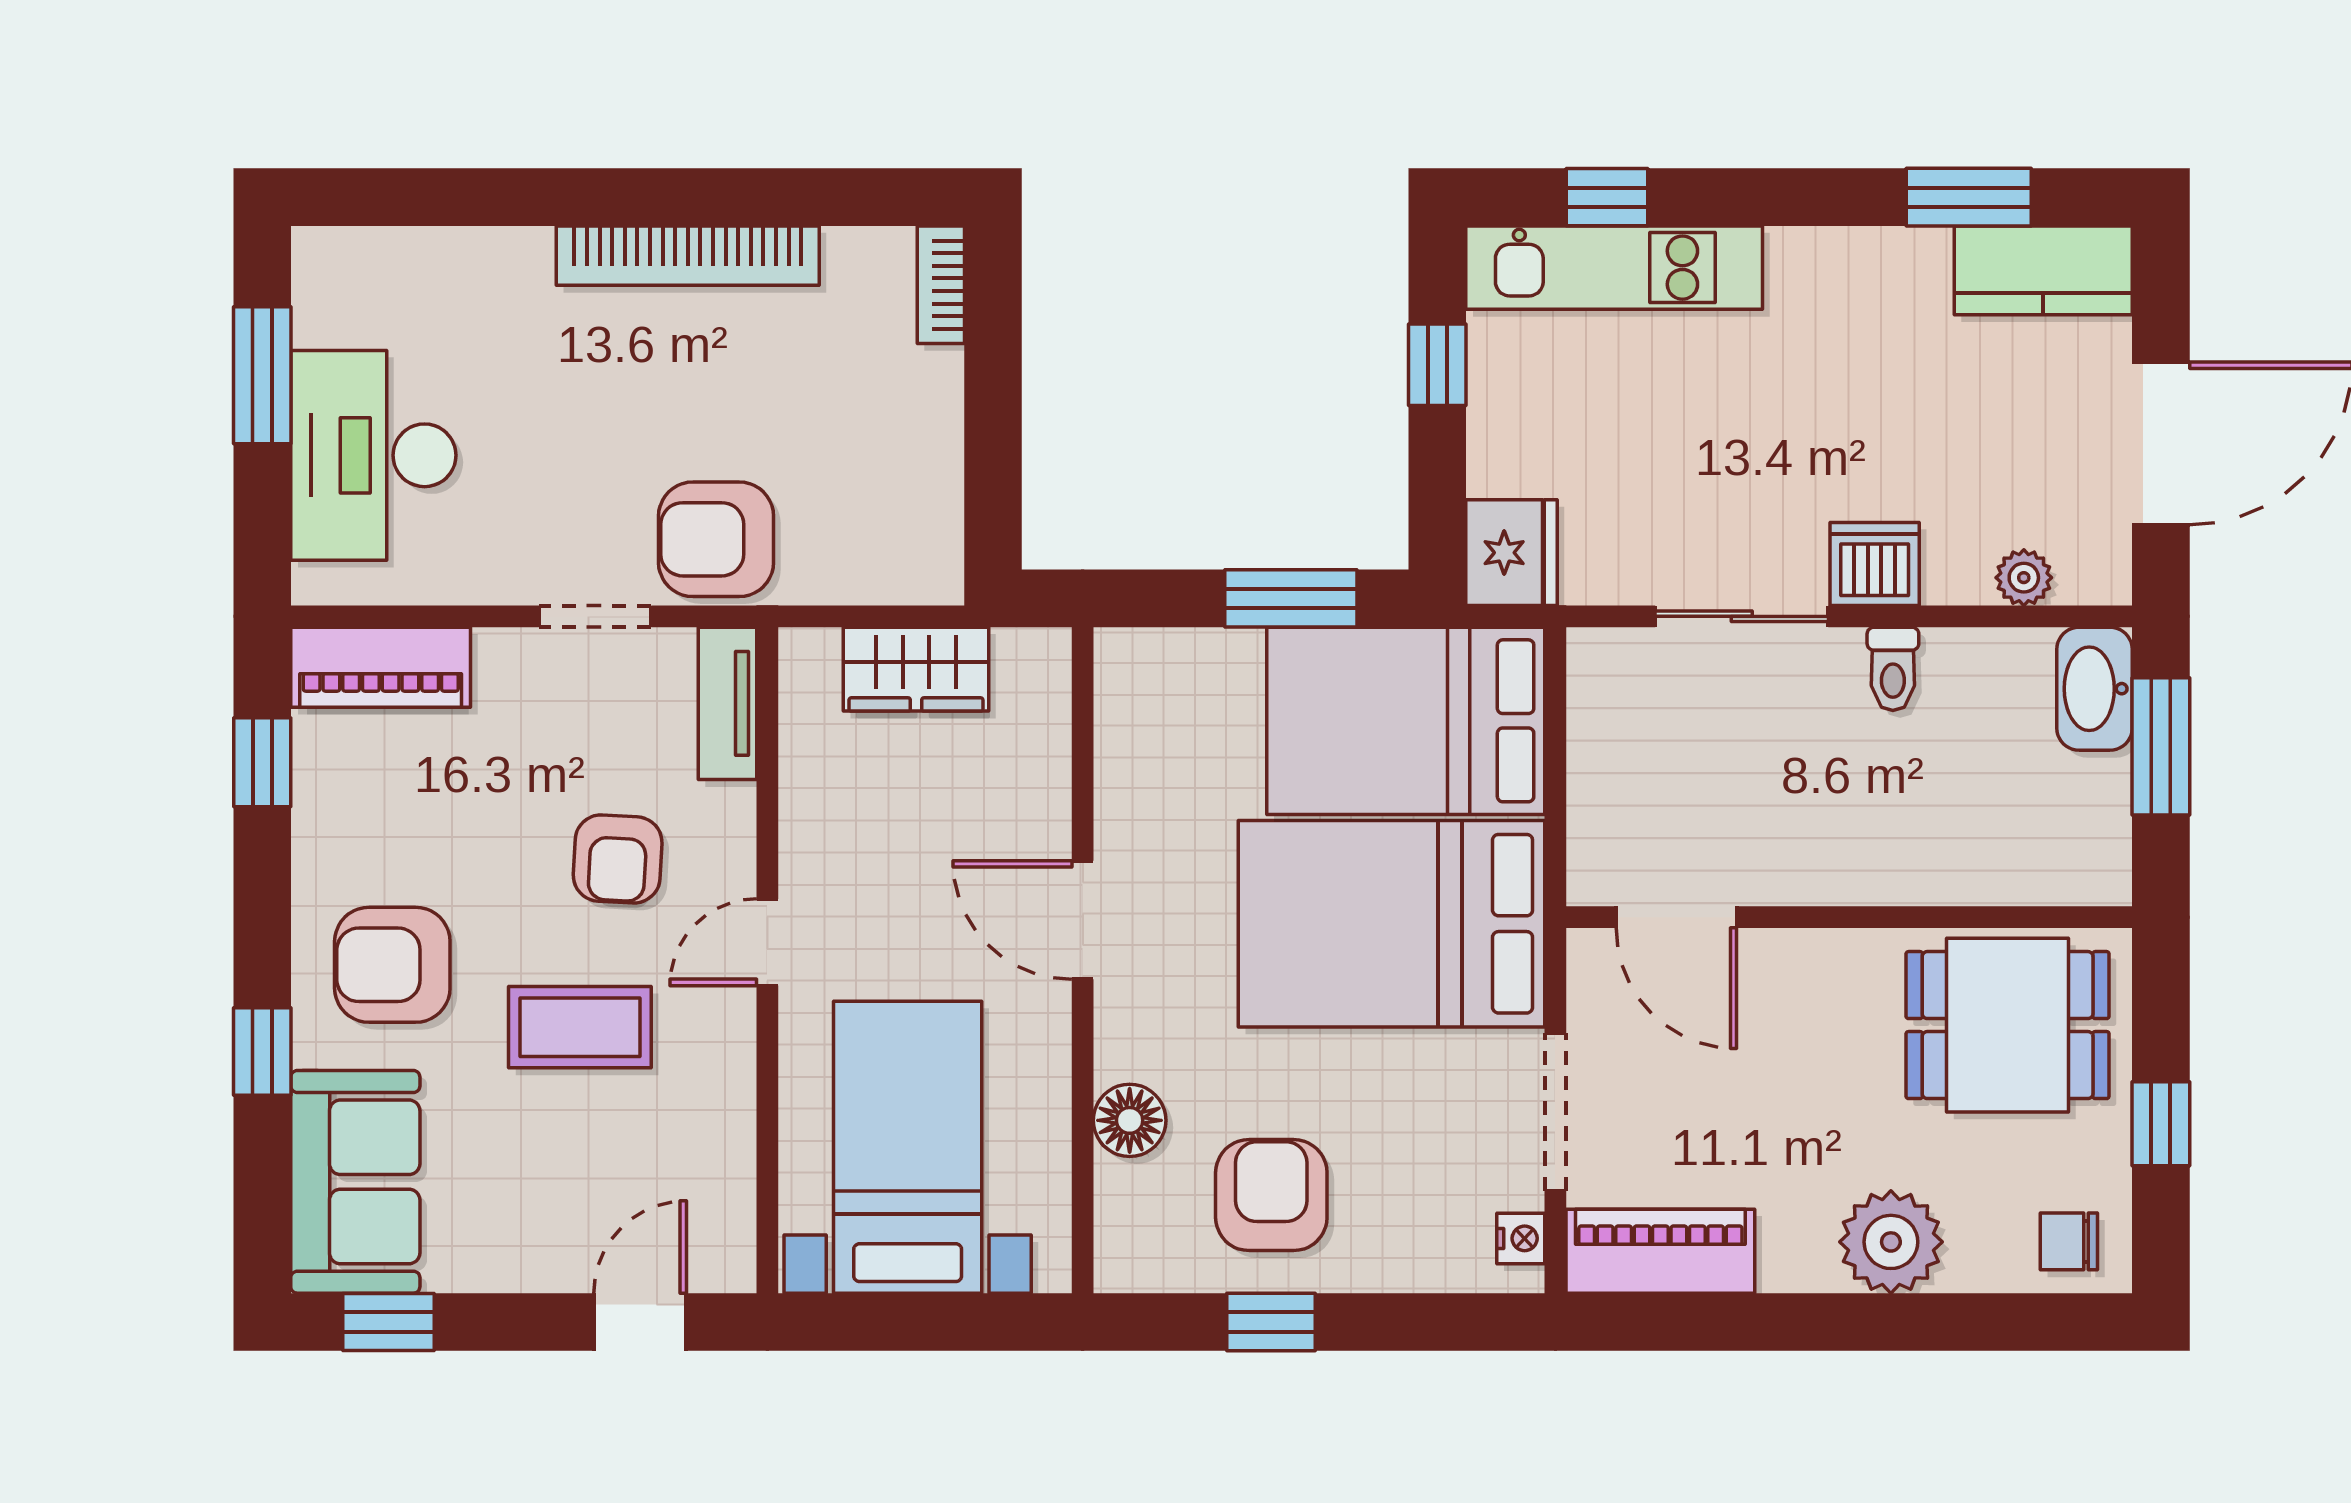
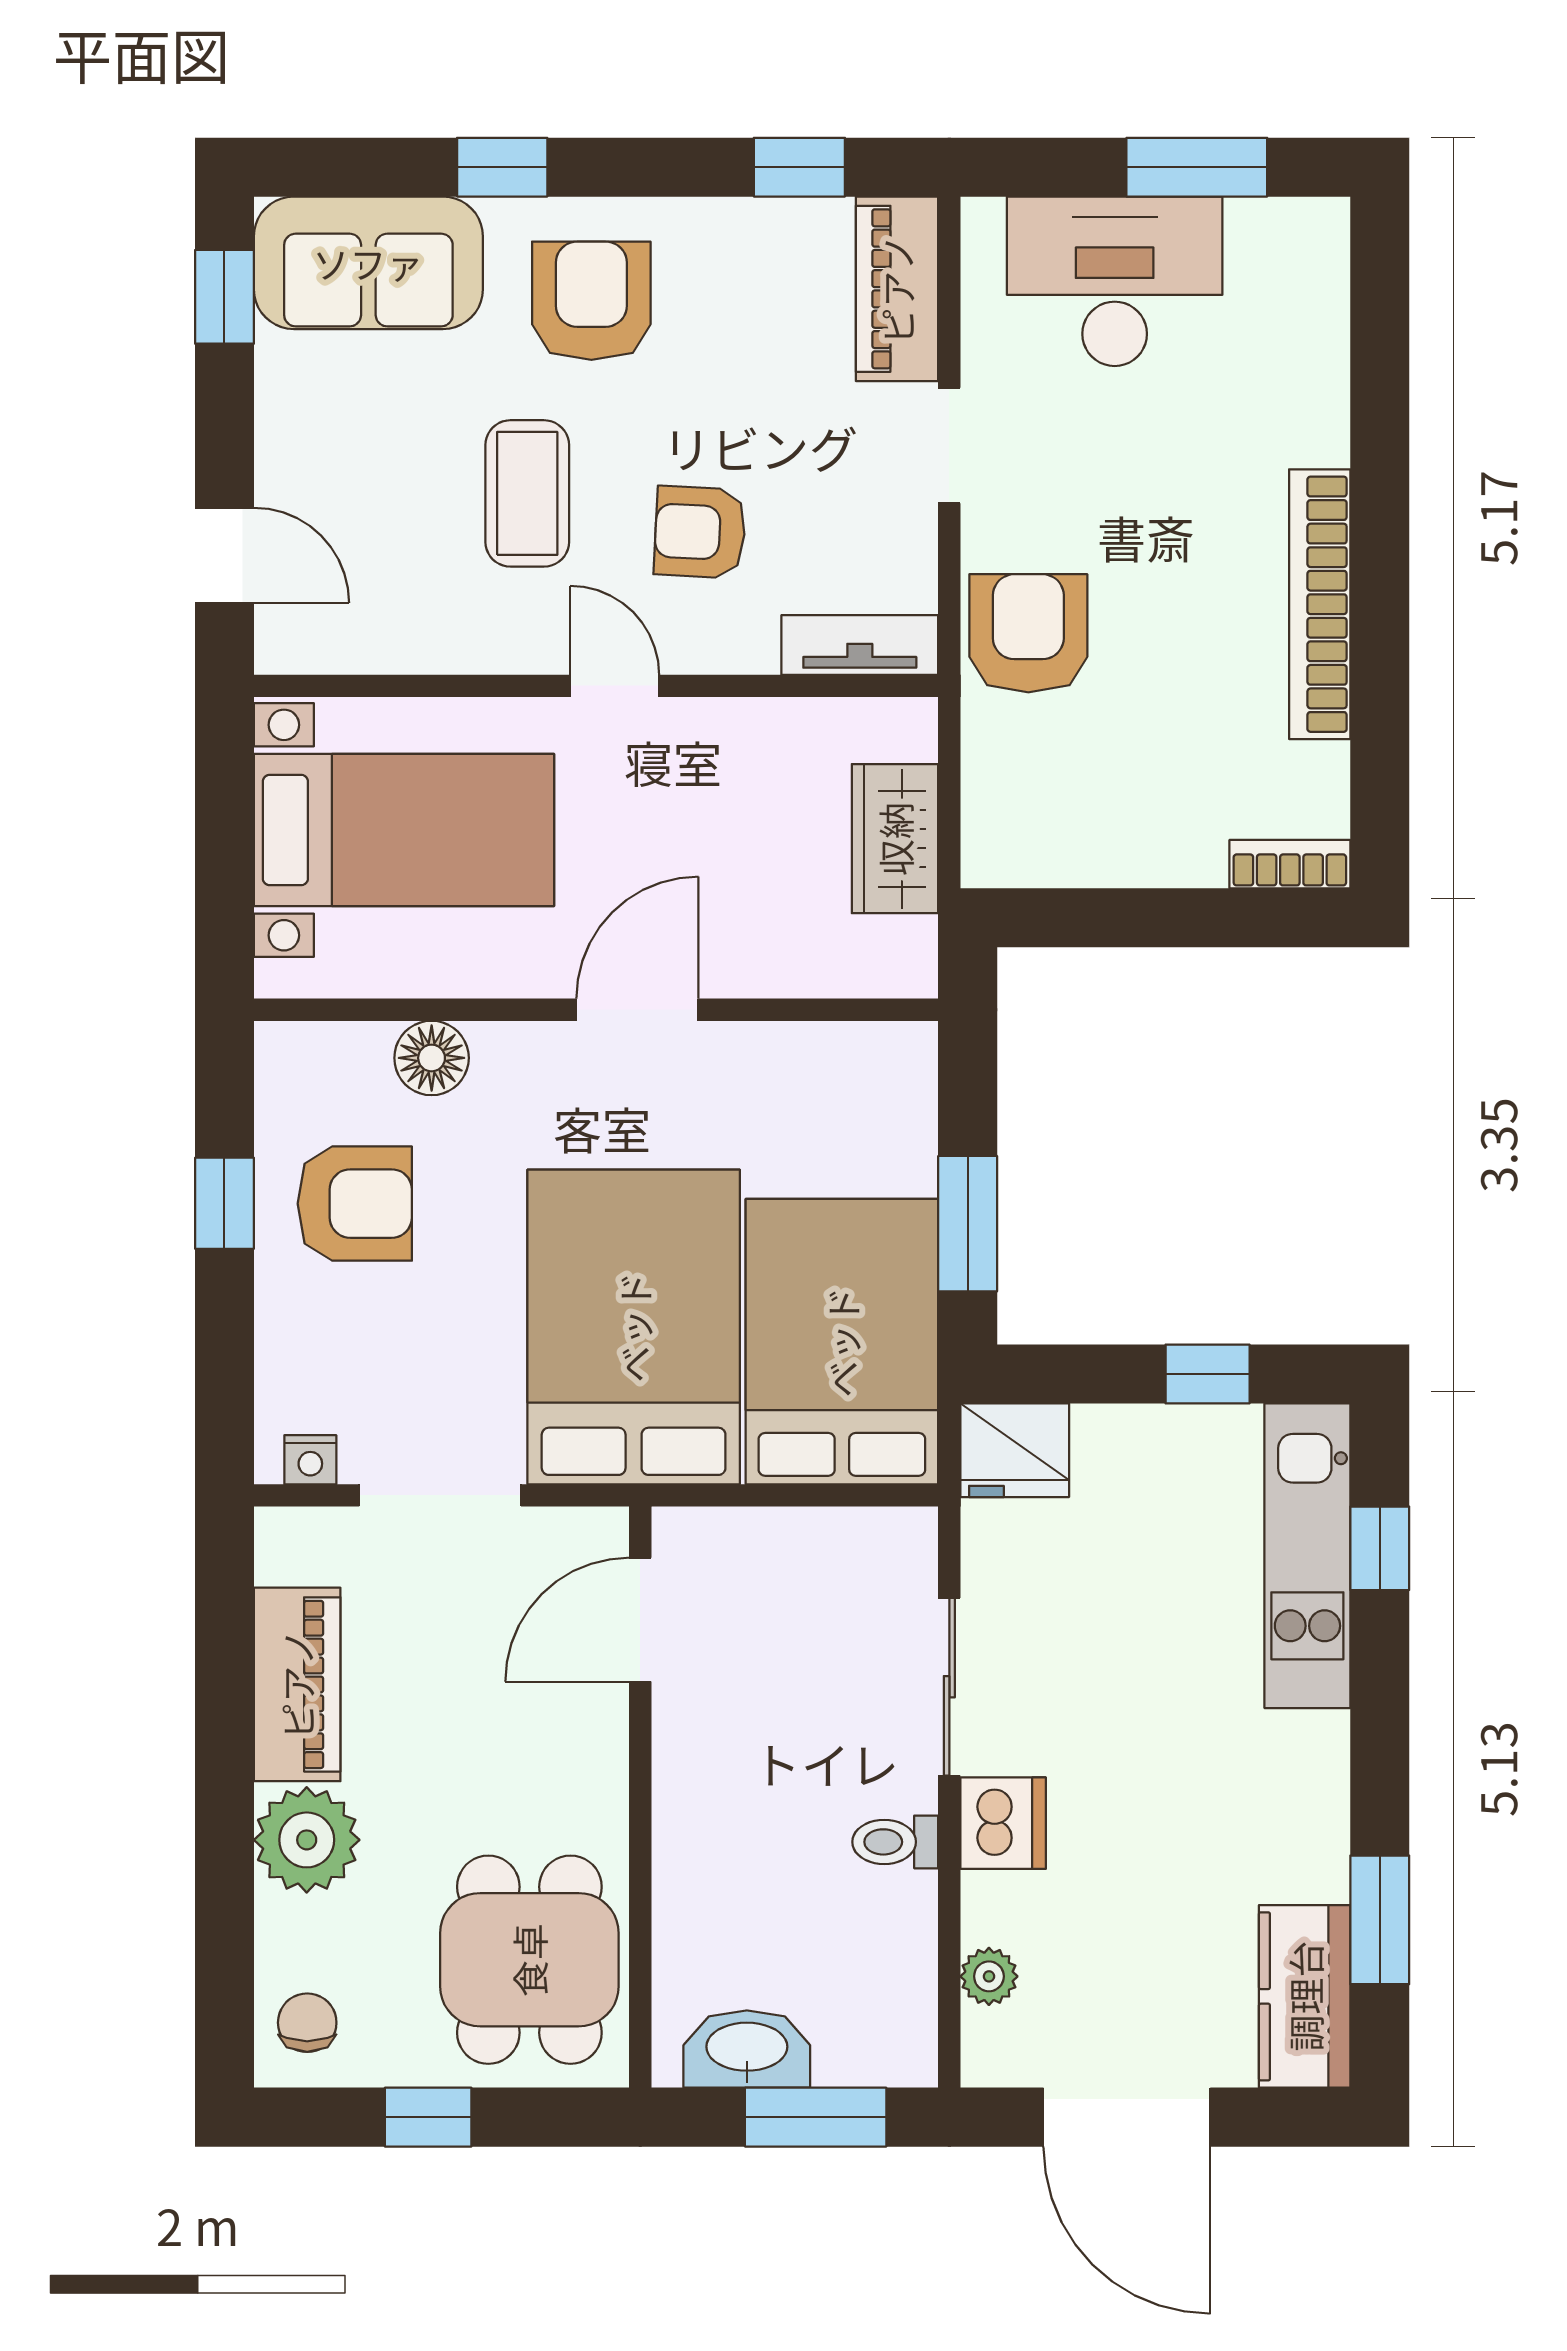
doorway: (595, 616) -> (949, 446), moved
washbasin: (2095, 689) -> (747, 2049), moved
piano: (1660, 1251) -> (297, 1684), moved

